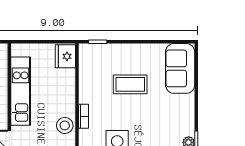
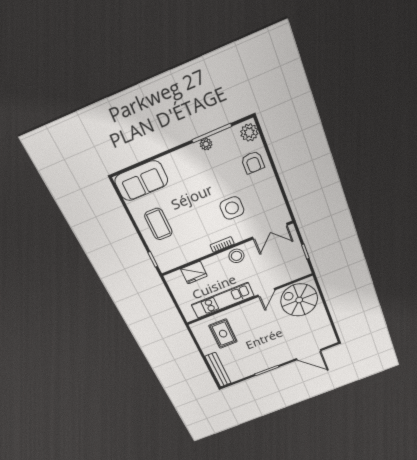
fridge: (65, 56) -> (194, 273), moved
coffee table: (130, 84) -> (158, 224), moved

